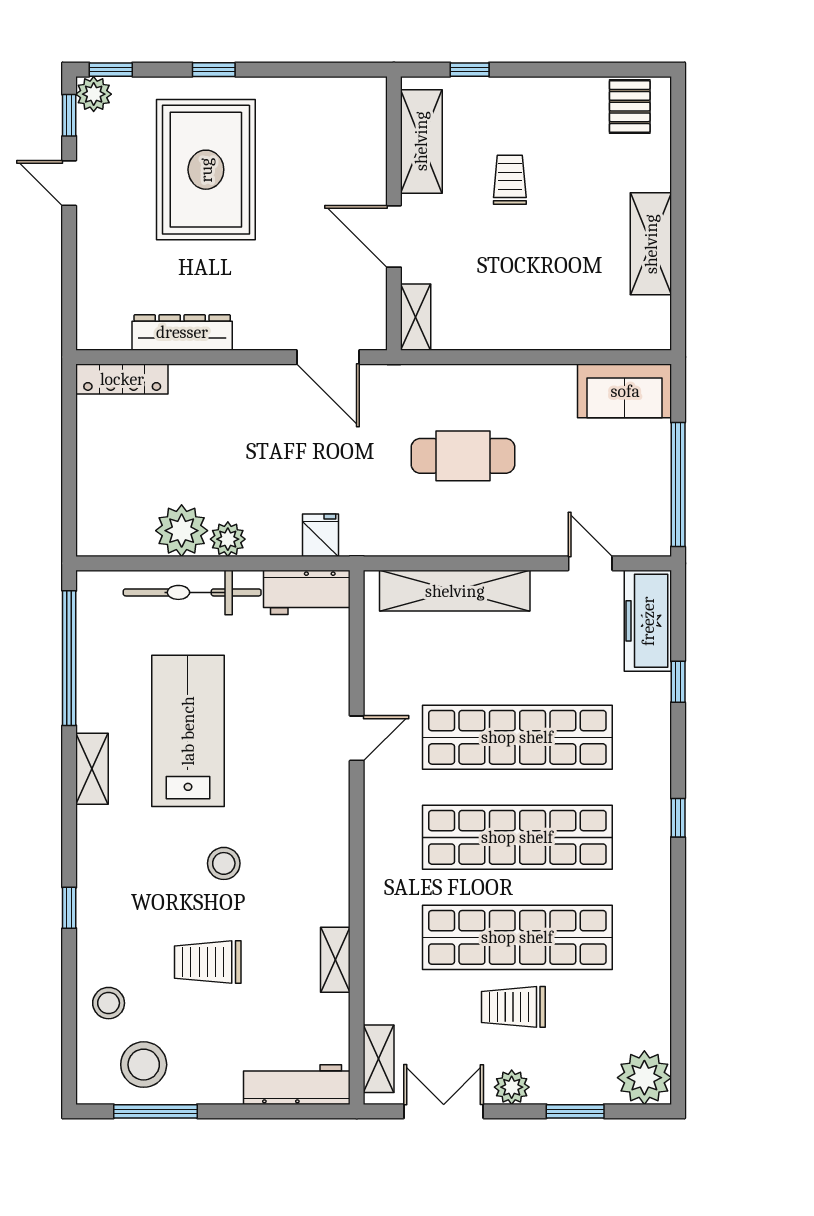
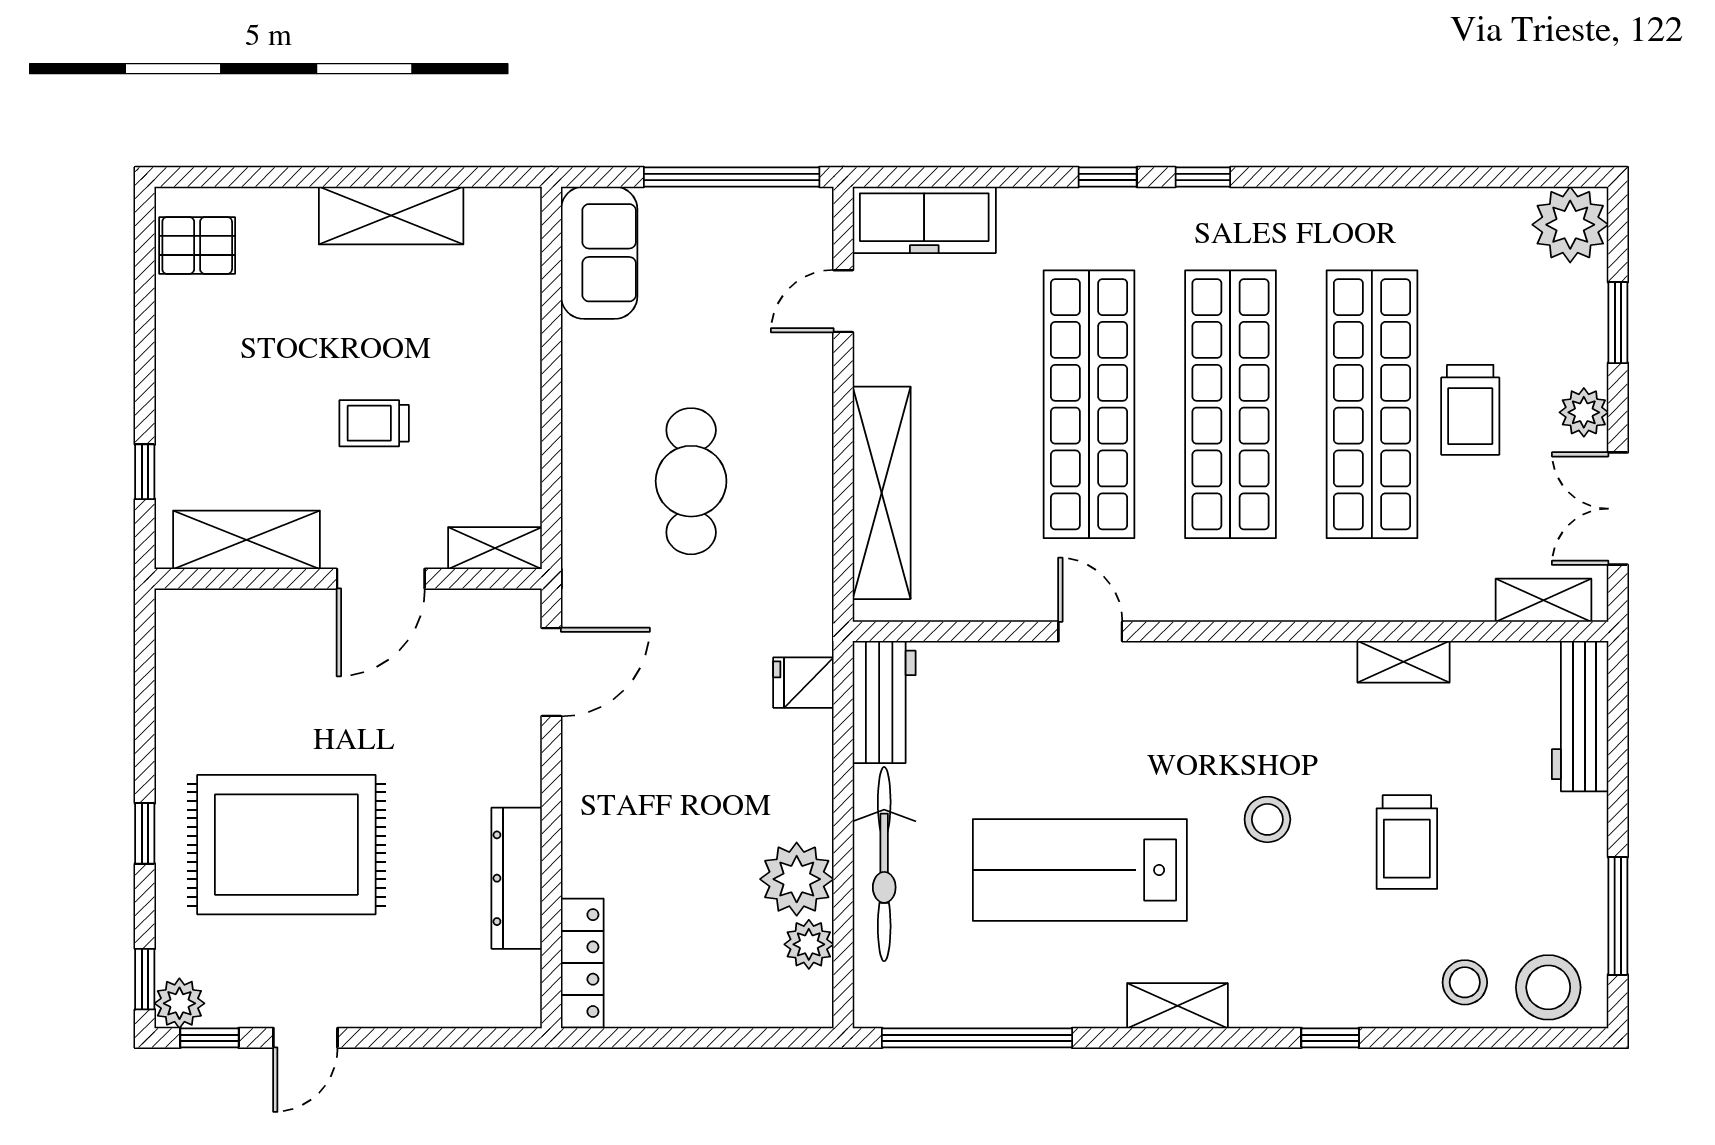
trolley: (510, 180) -> (374, 423), moved
plant: (228, 539) -> (809, 944), moved
window: (678, 682) -> (1108, 177), moved
shelving: (92, 769) -> (1177, 1006), moved
stool: (144, 1065) -> (1548, 987), moved

